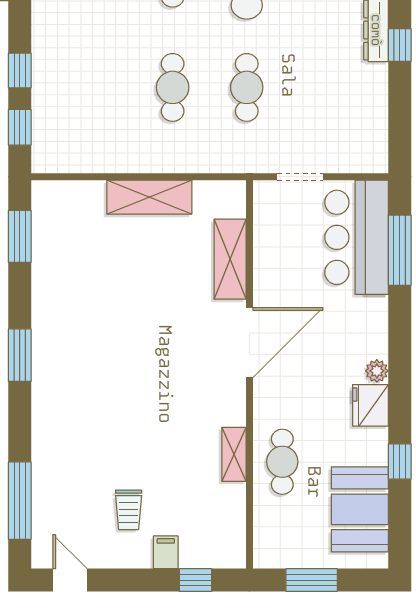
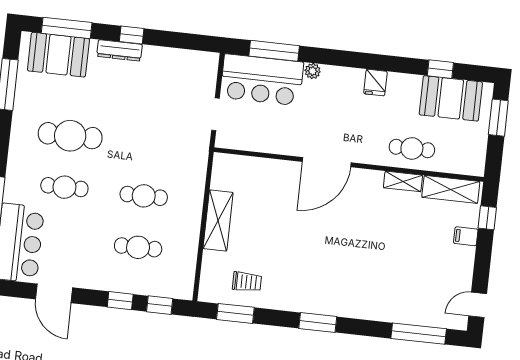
cafe table: (247, 87) -> (138, 247), moved
shelving: (230, 259) -> (451, 189), moved
door: (249, 343) -> (327, 162), swing flipped
plant: (377, 371) -> (313, 71), moved
fridge: (370, 405) -> (375, 83), width x0.72
window: (400, 462) -> (440, 69), moved
trolley: (129, 510) -> (247, 282), moved
window: (312, 580) -> (498, 118), moved

